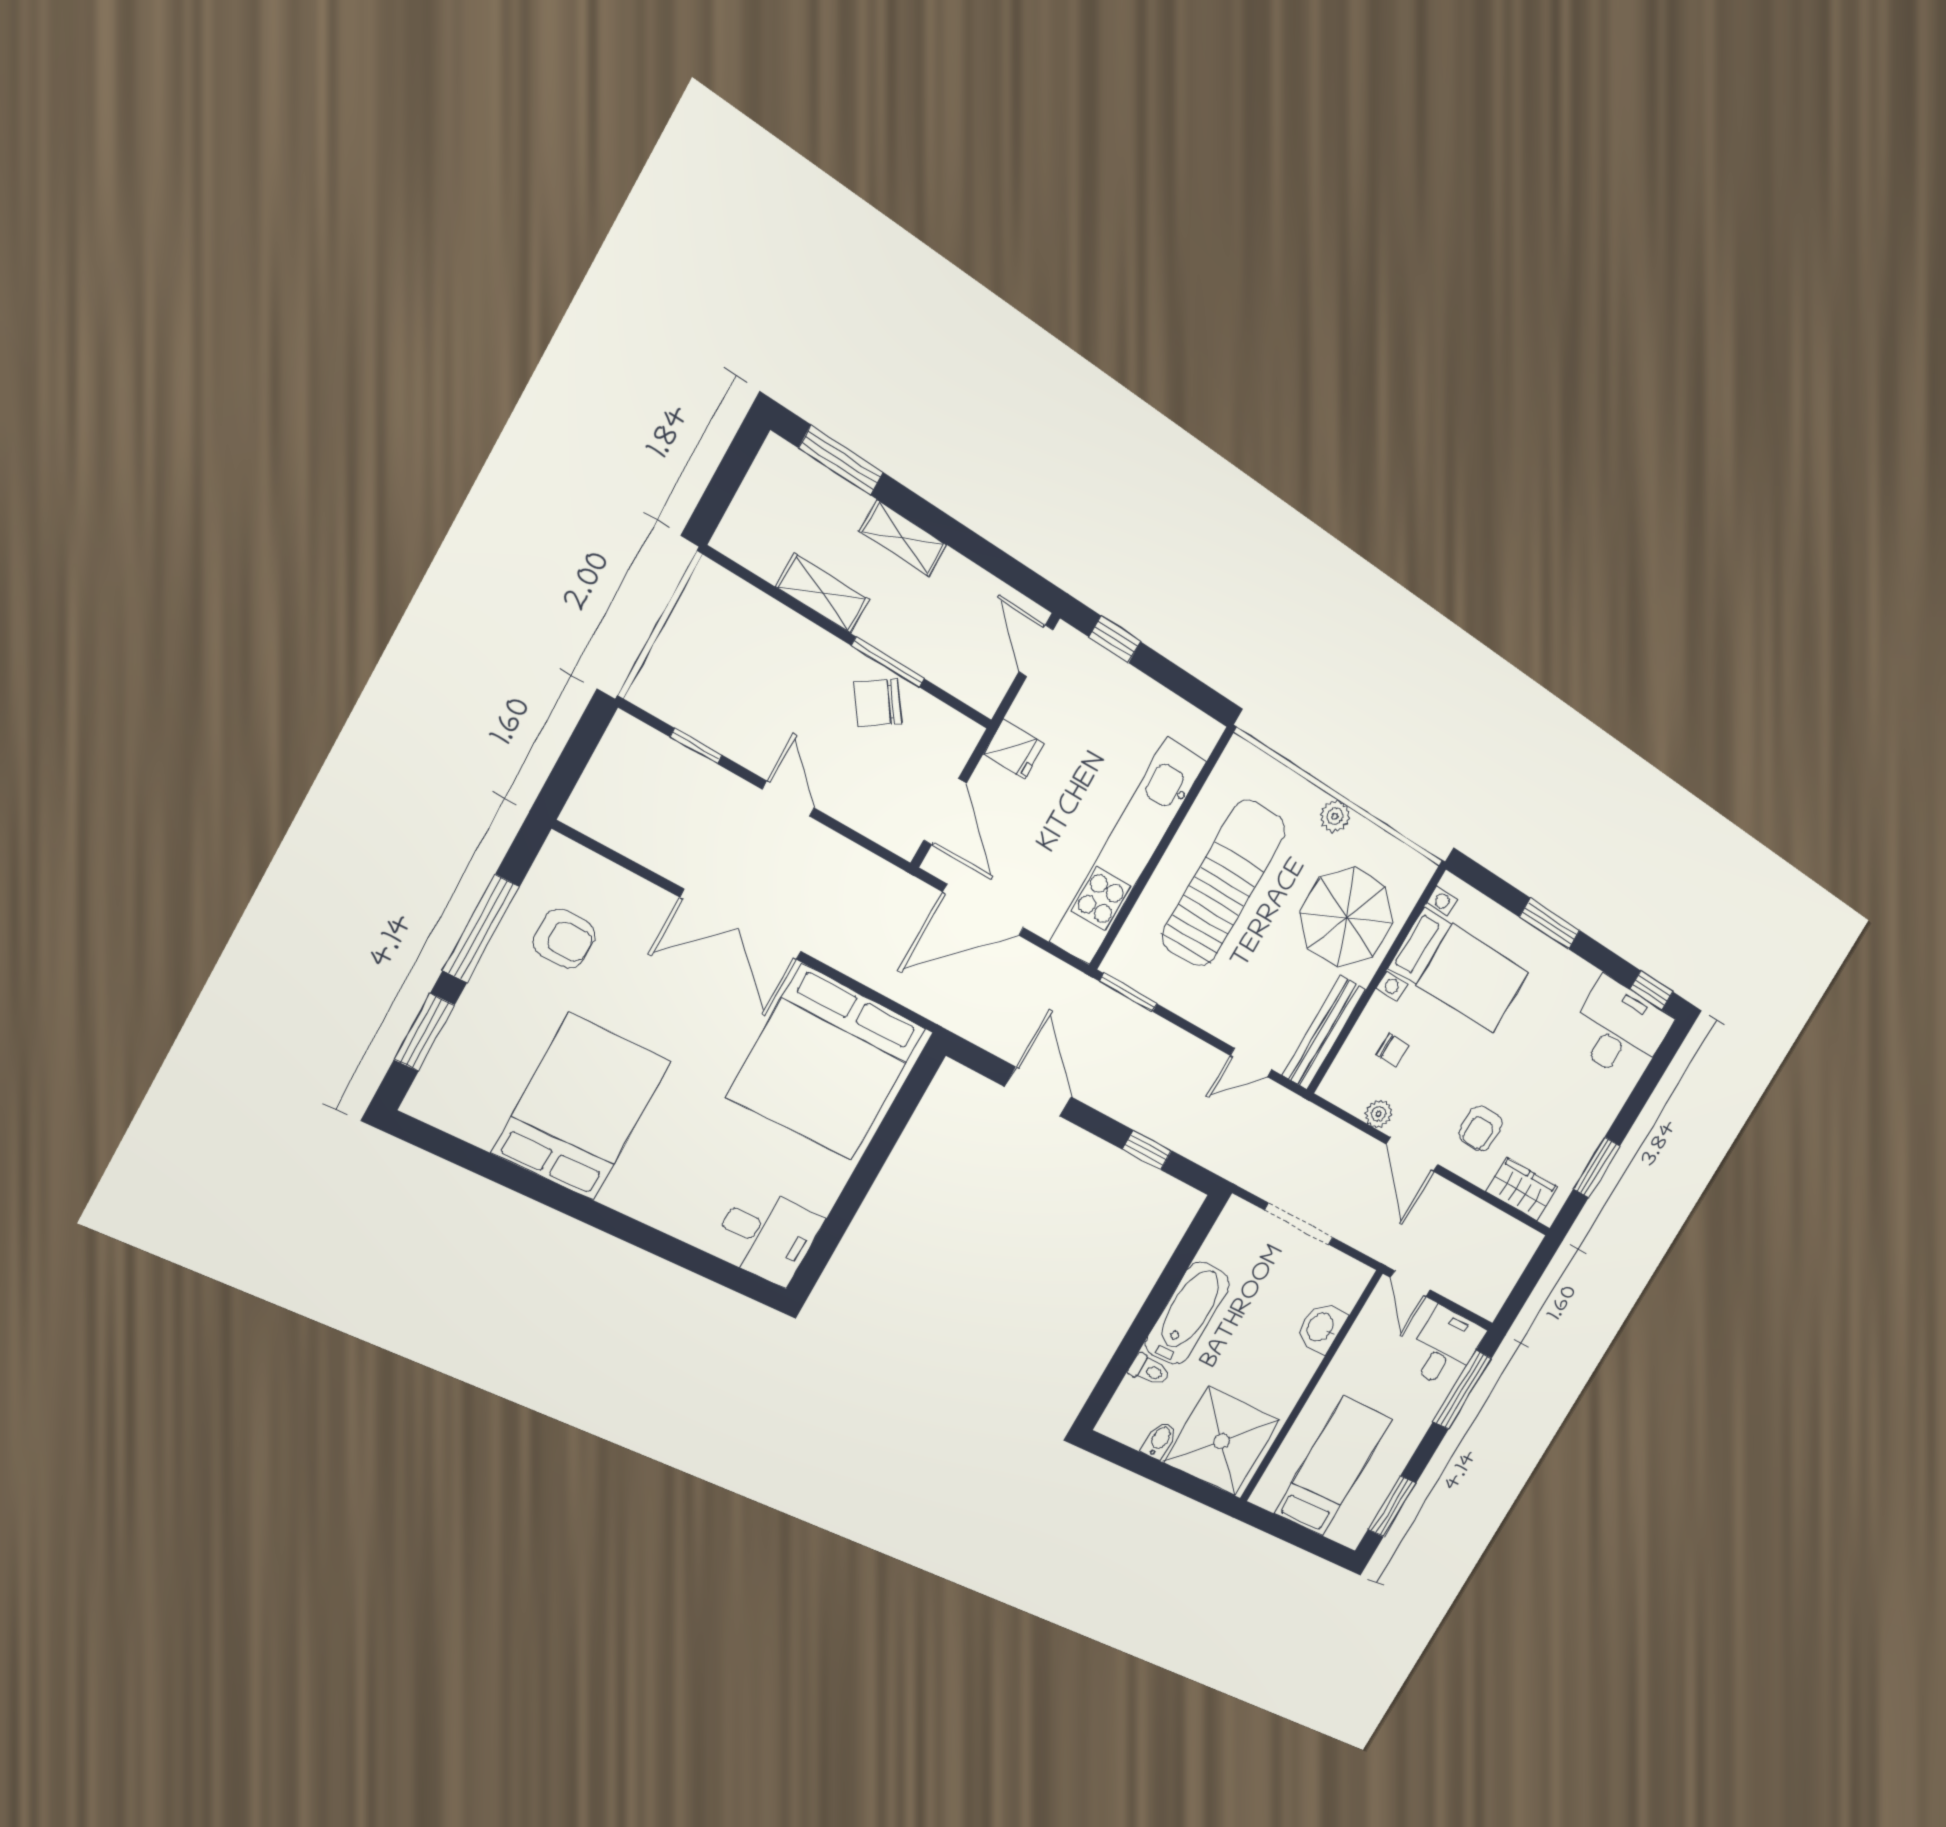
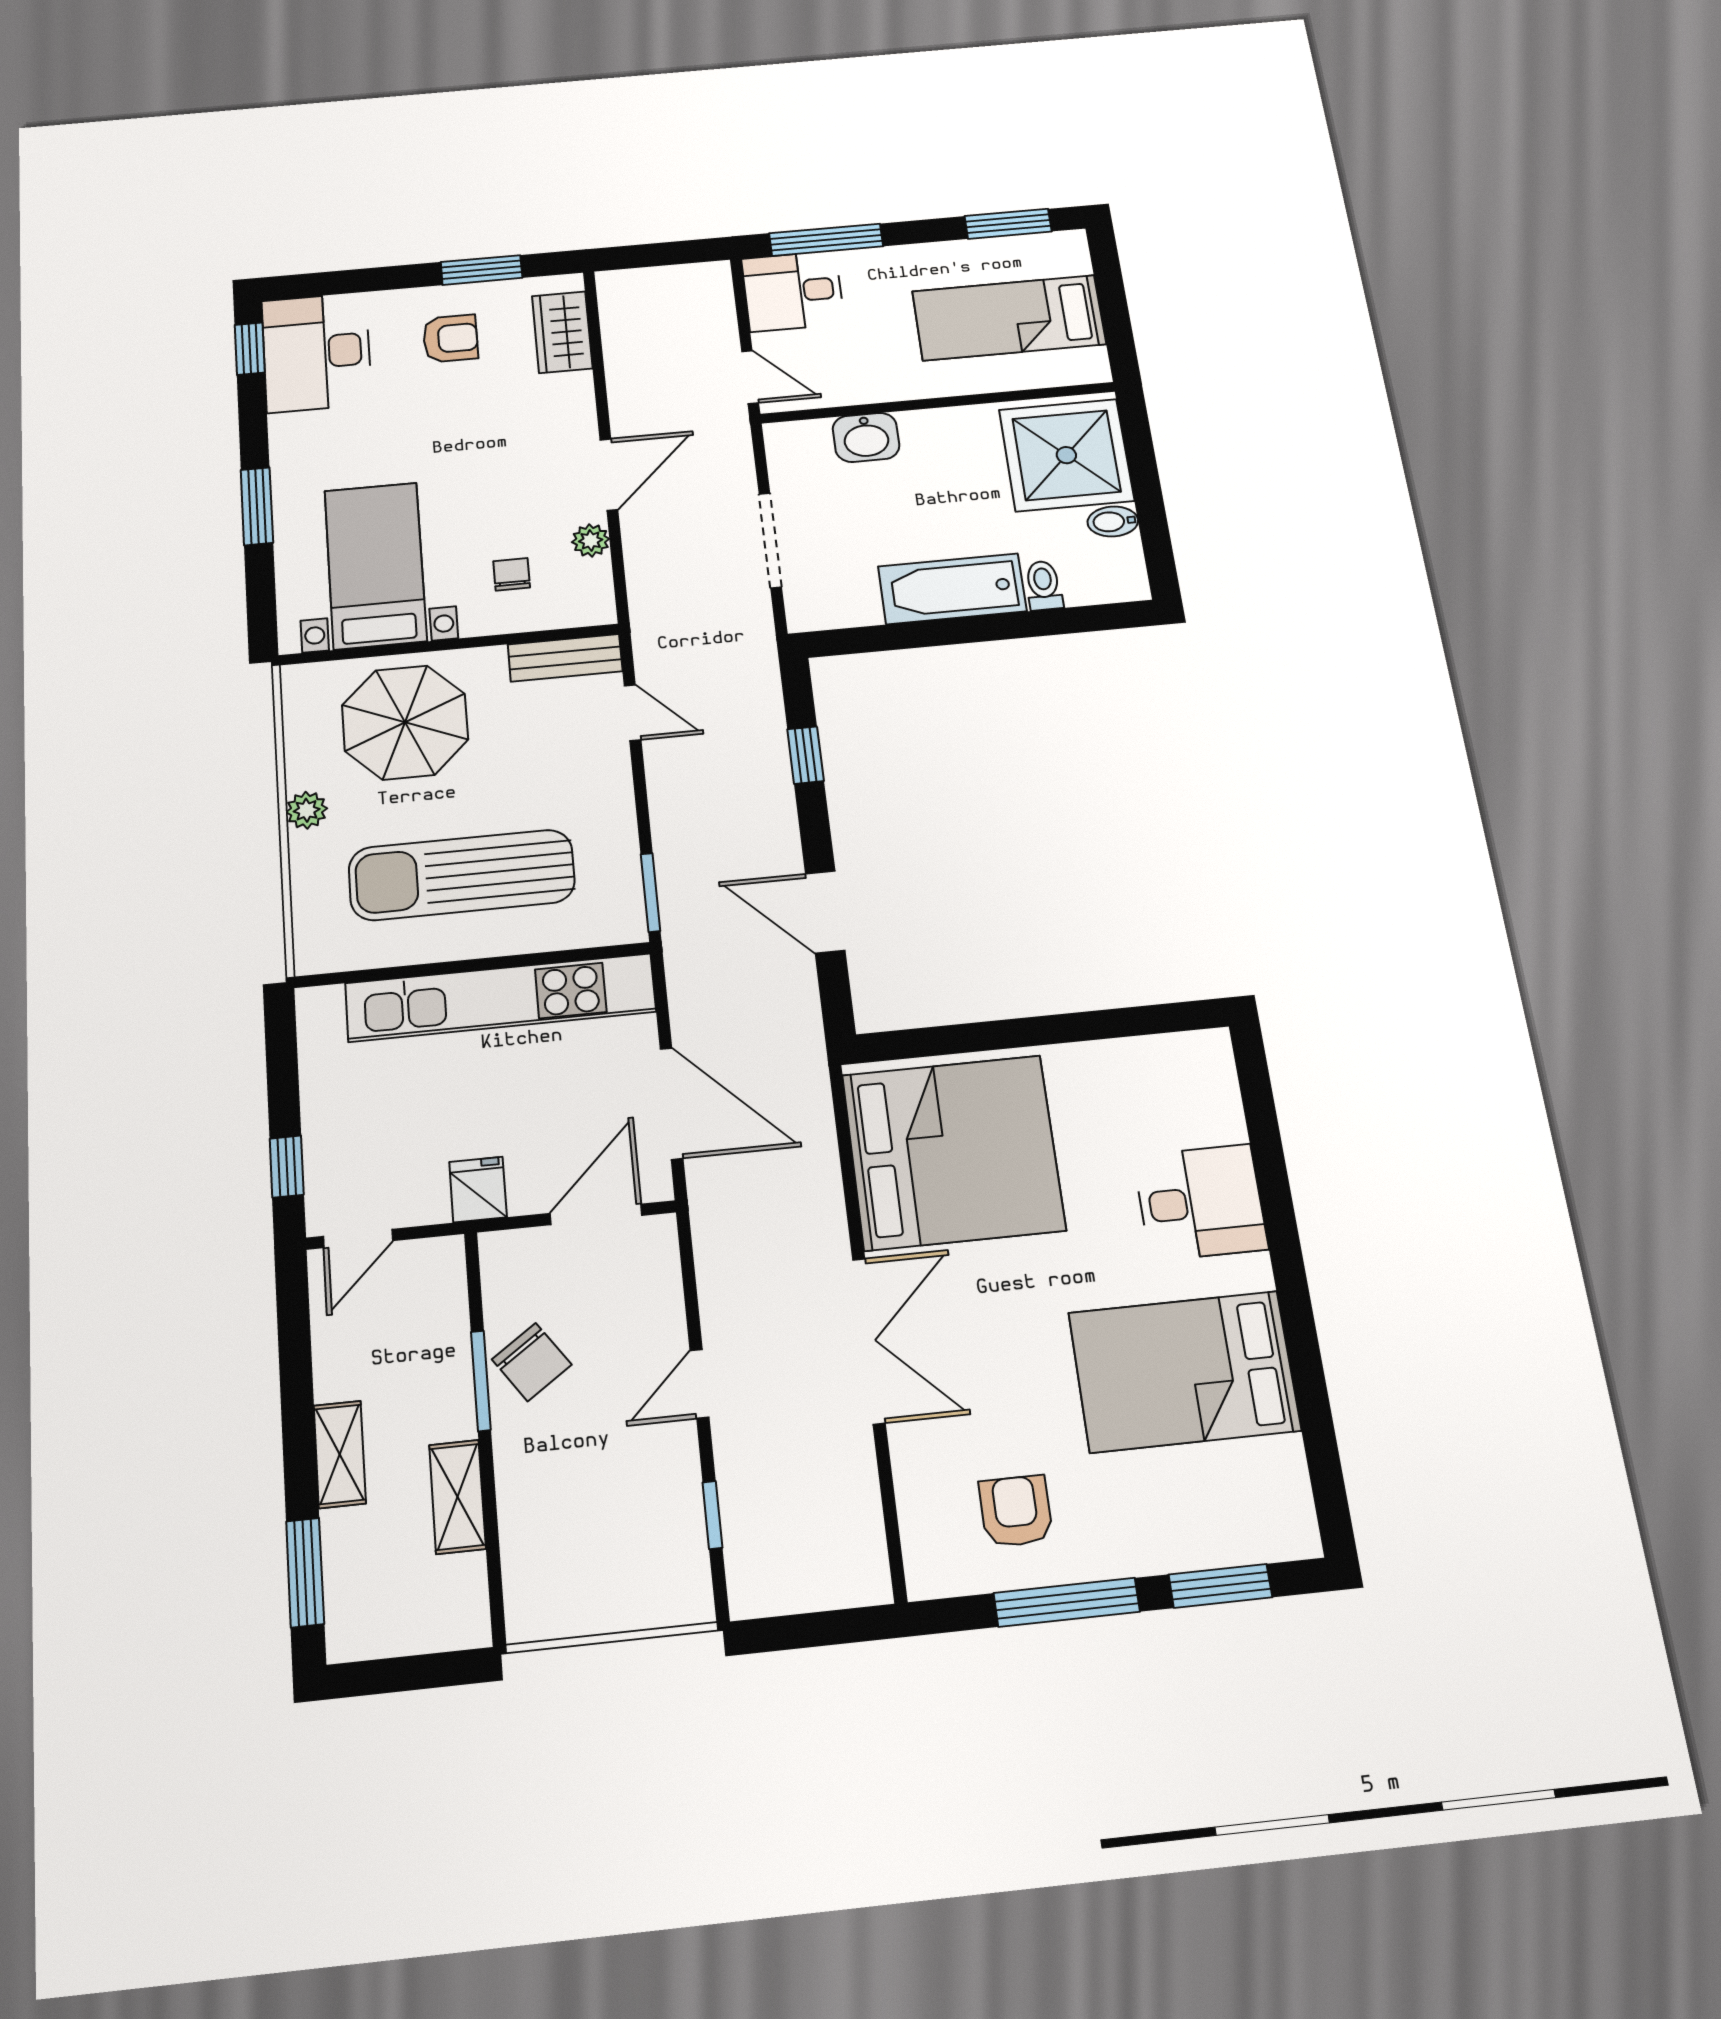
bench: (1324, 1032) -> (565, 658), width x0.73
door: (1038, 1092) -> (825, 912), hinge flipped
armchair: (1480, 1129) -> (450, 338), moved
desk: (767, 1235) -> (1200, 1202), moved, turned 90
door: (1410, 1284) -> (750, 377), hinge flipped

